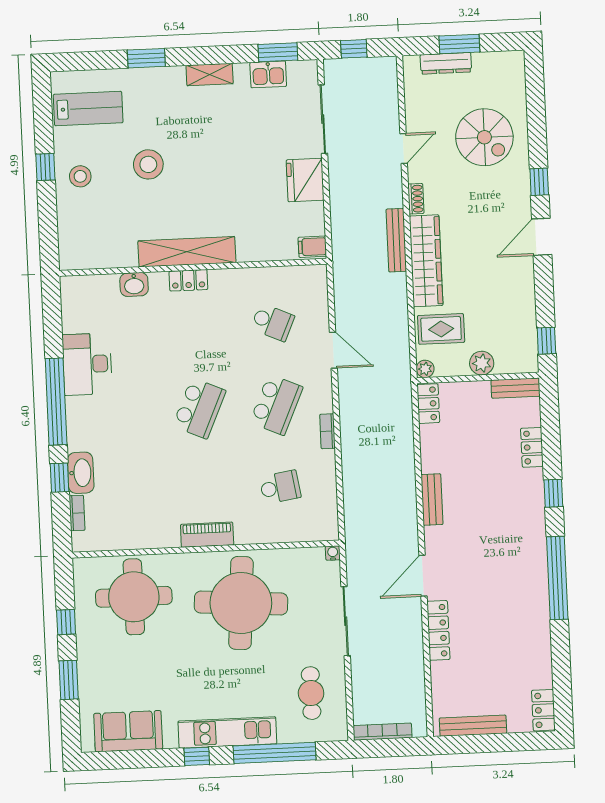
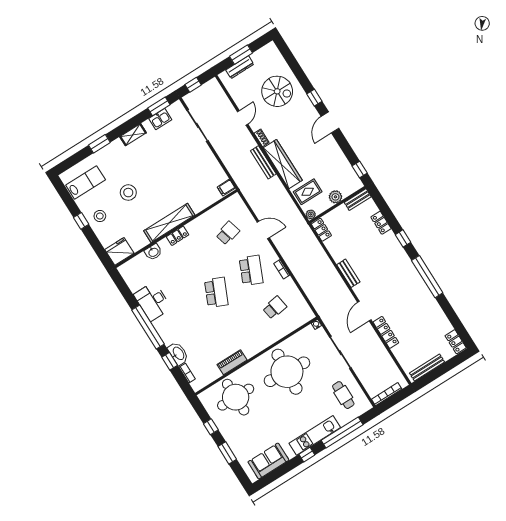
fridge: (305, 180) -> (119, 251), moved, turned 90
school desk: (273, 322) -> (228, 233), turned -39
piano: (207, 535) -> (232, 362), moved

